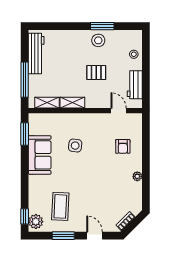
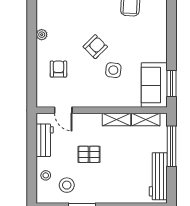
stool: (98, 40) -> (67, 185), moved
sofa: (40, 155) -> (154, 85), moved
armchair: (91, 166) -> (95, 47), added

